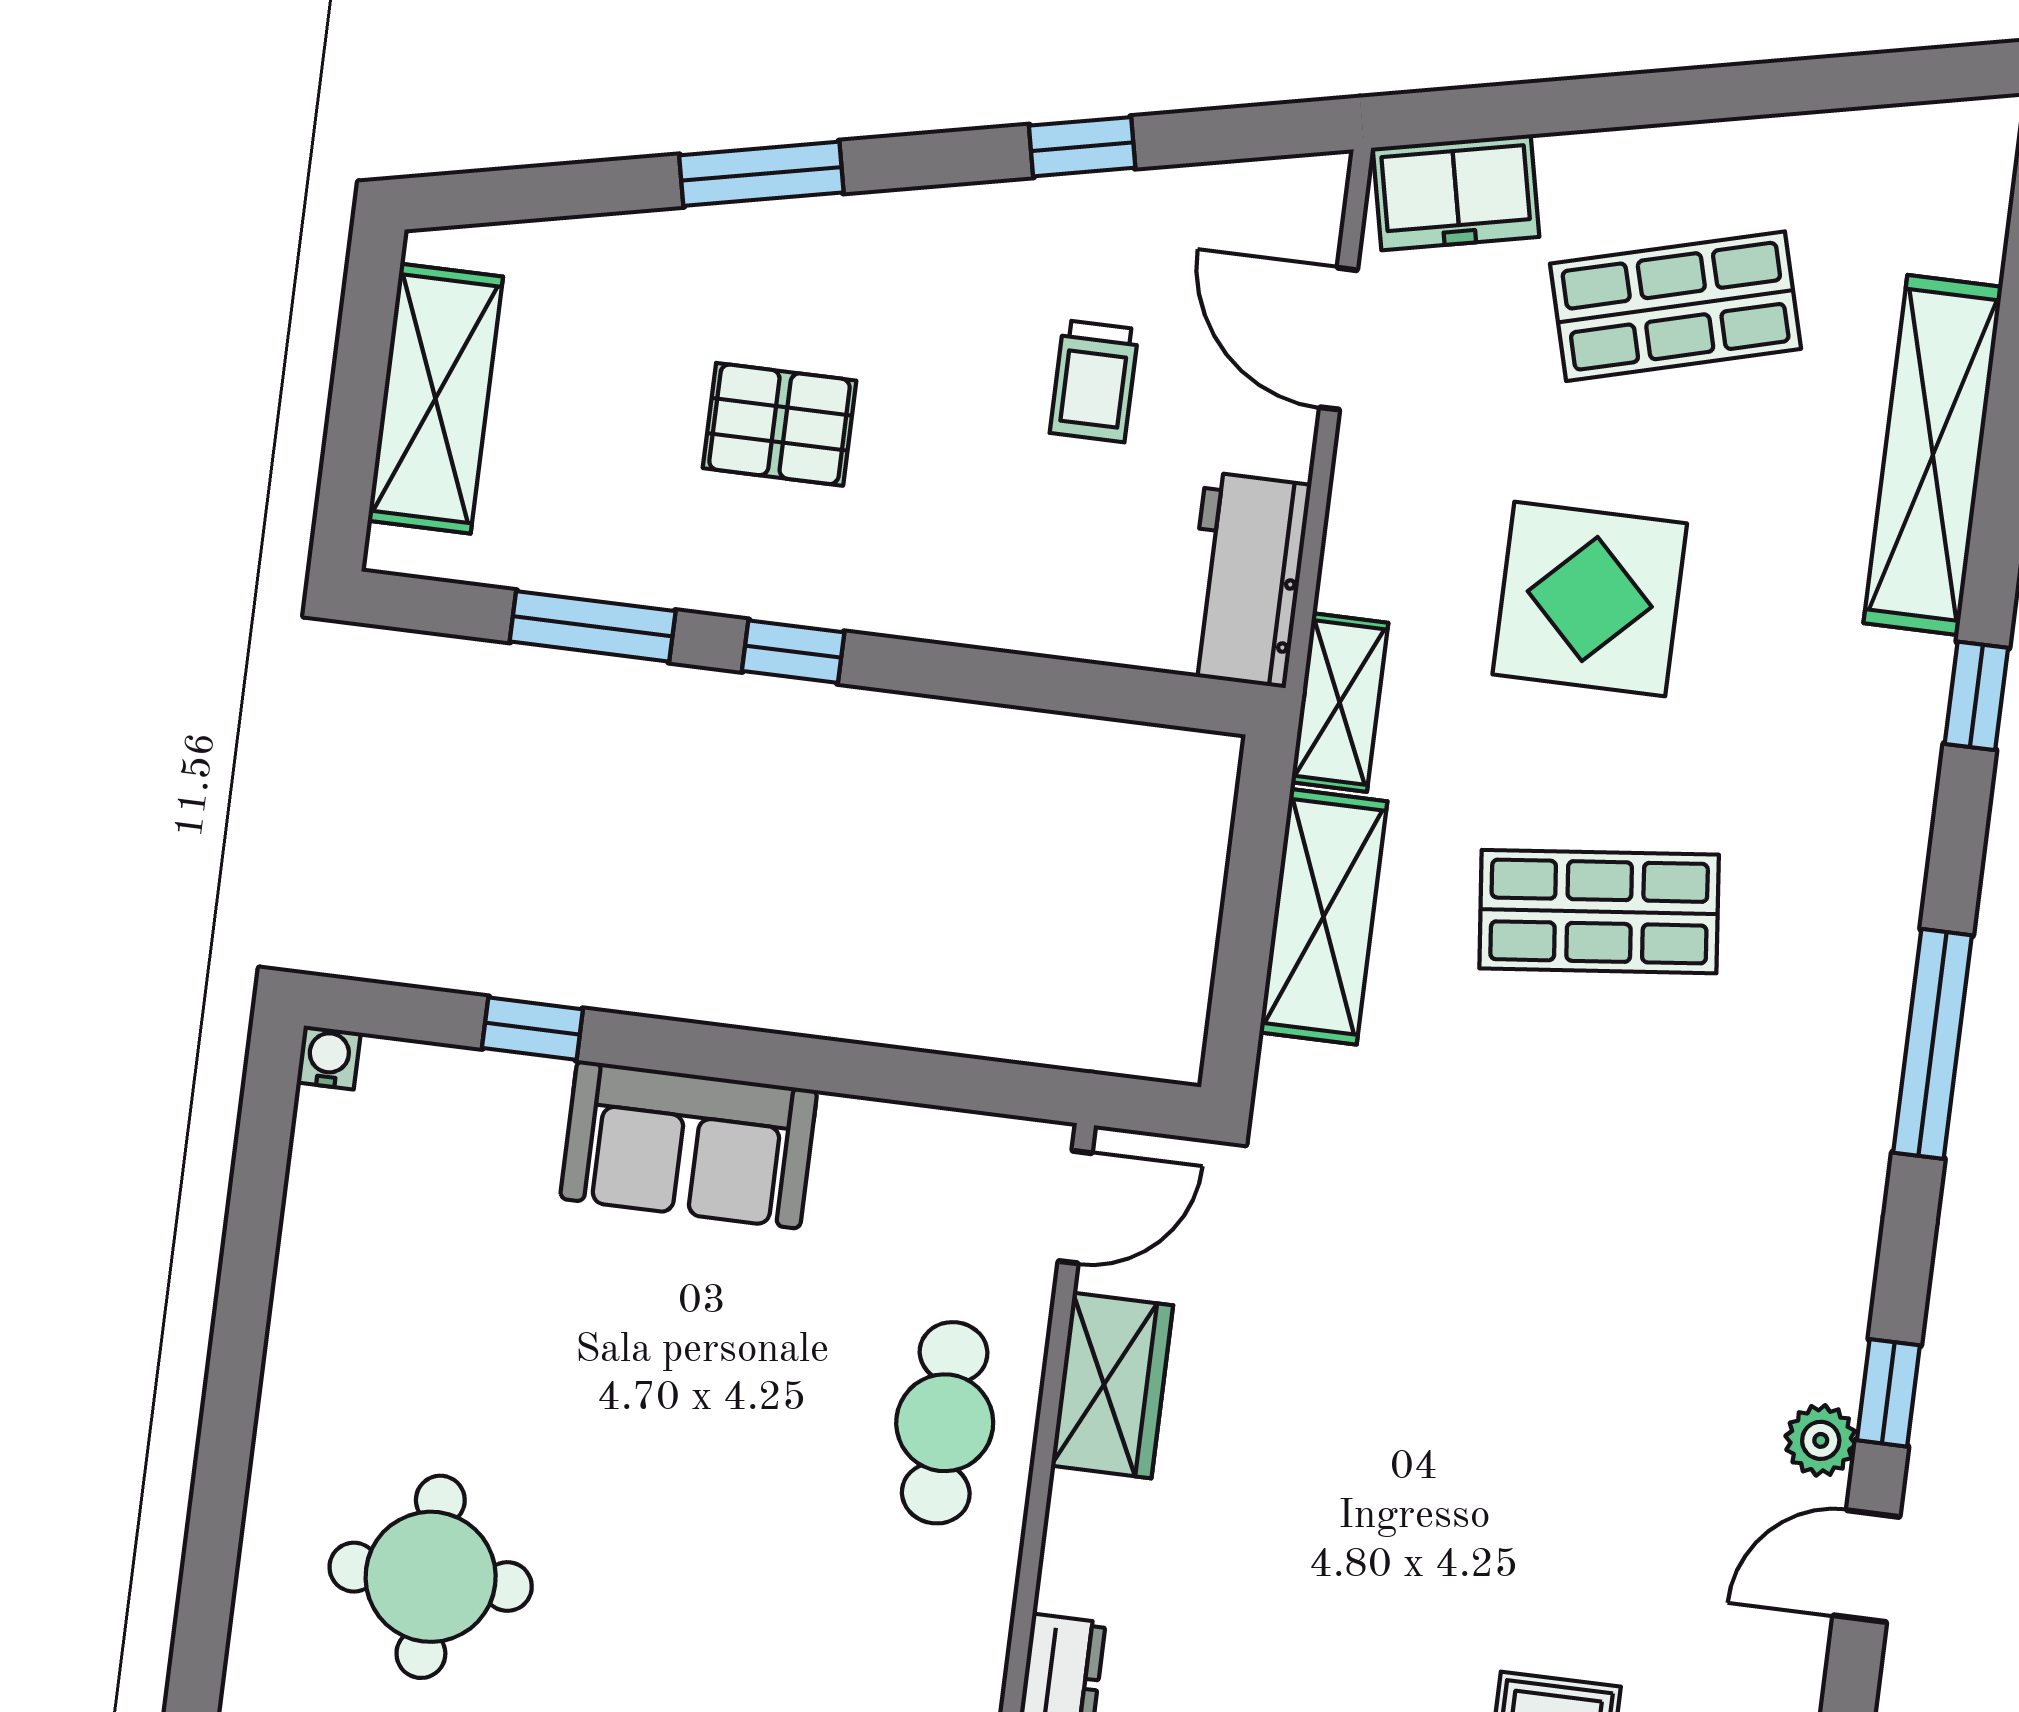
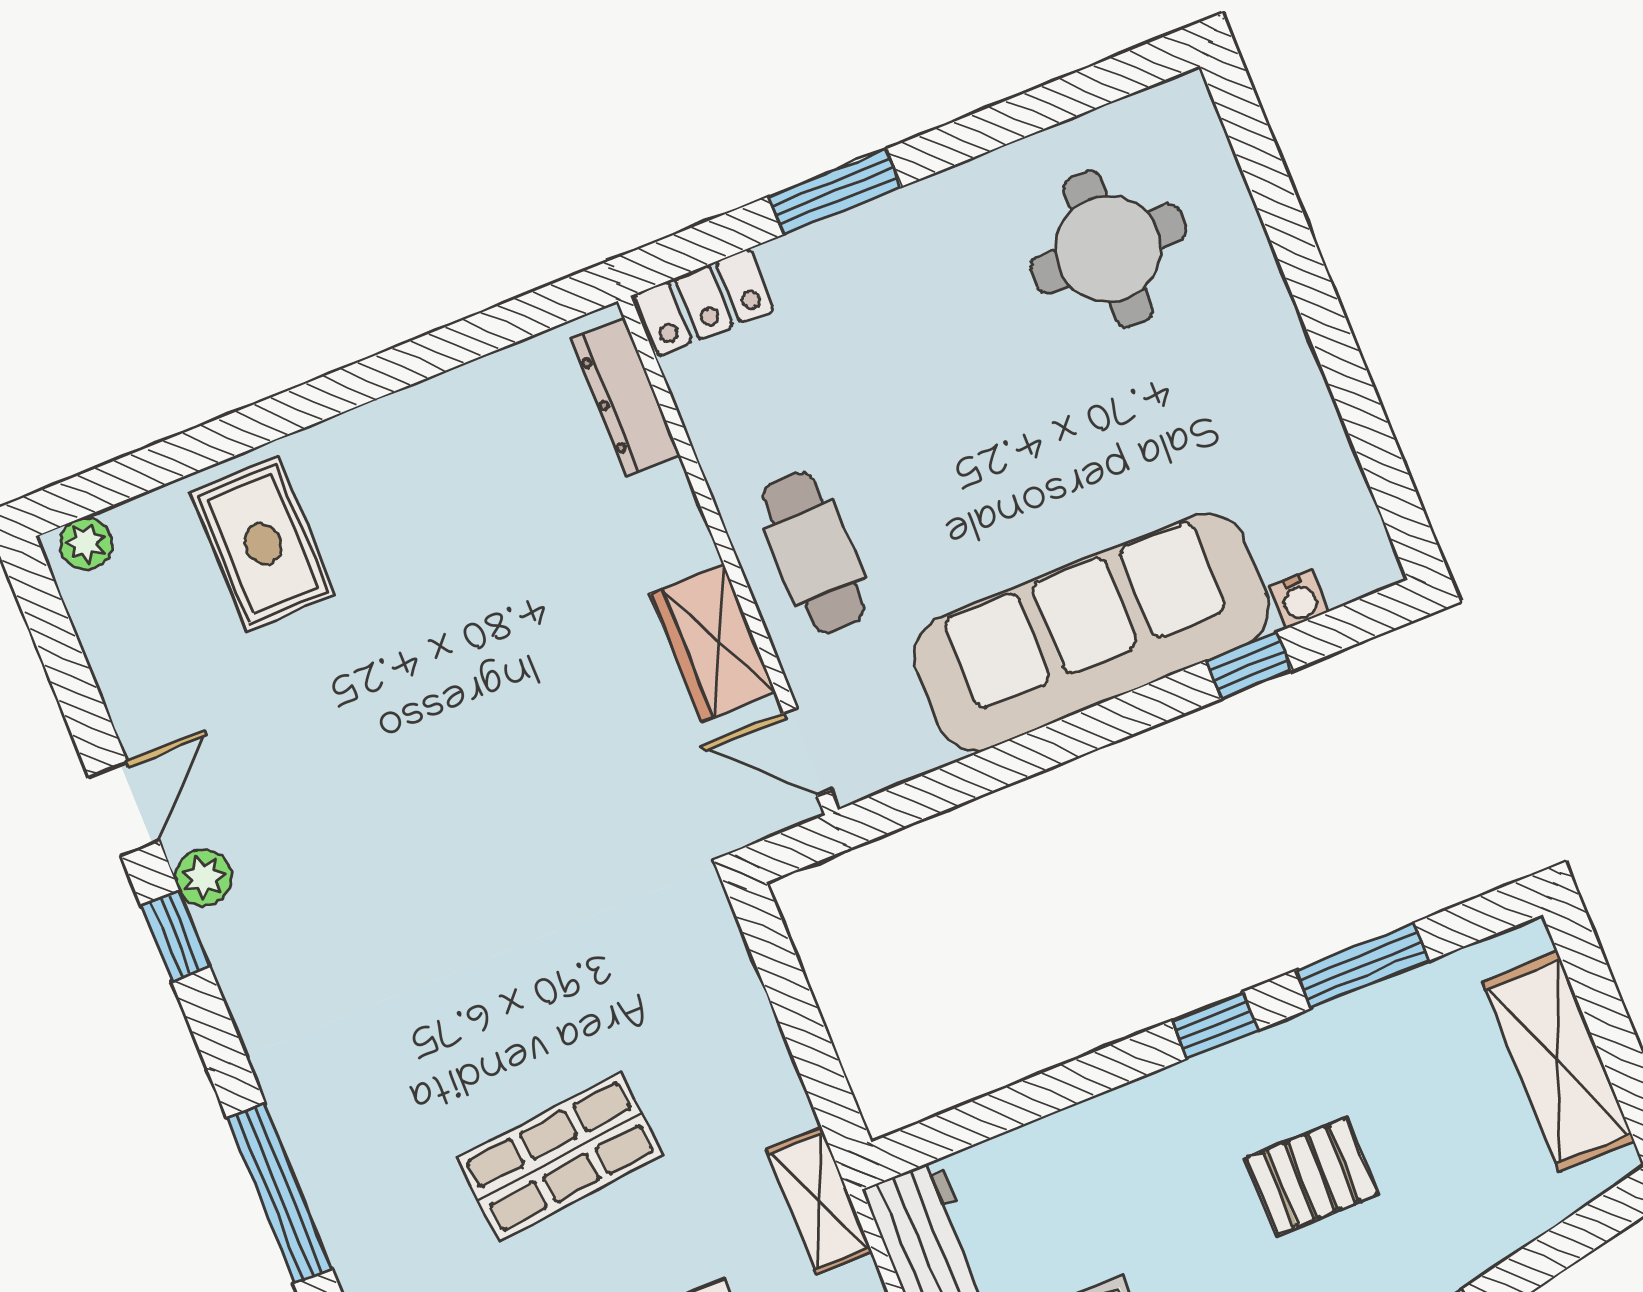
shelving: (1323, 917) -> (748, 1047), removed
water cooler: (329, 1057) -> (1299, 599), moved
sofa: (689, 1144) -> (1091, 632), width x1.85, depth x1.27
door: (1075, 1207) -> (807, 751), hinge flipped

